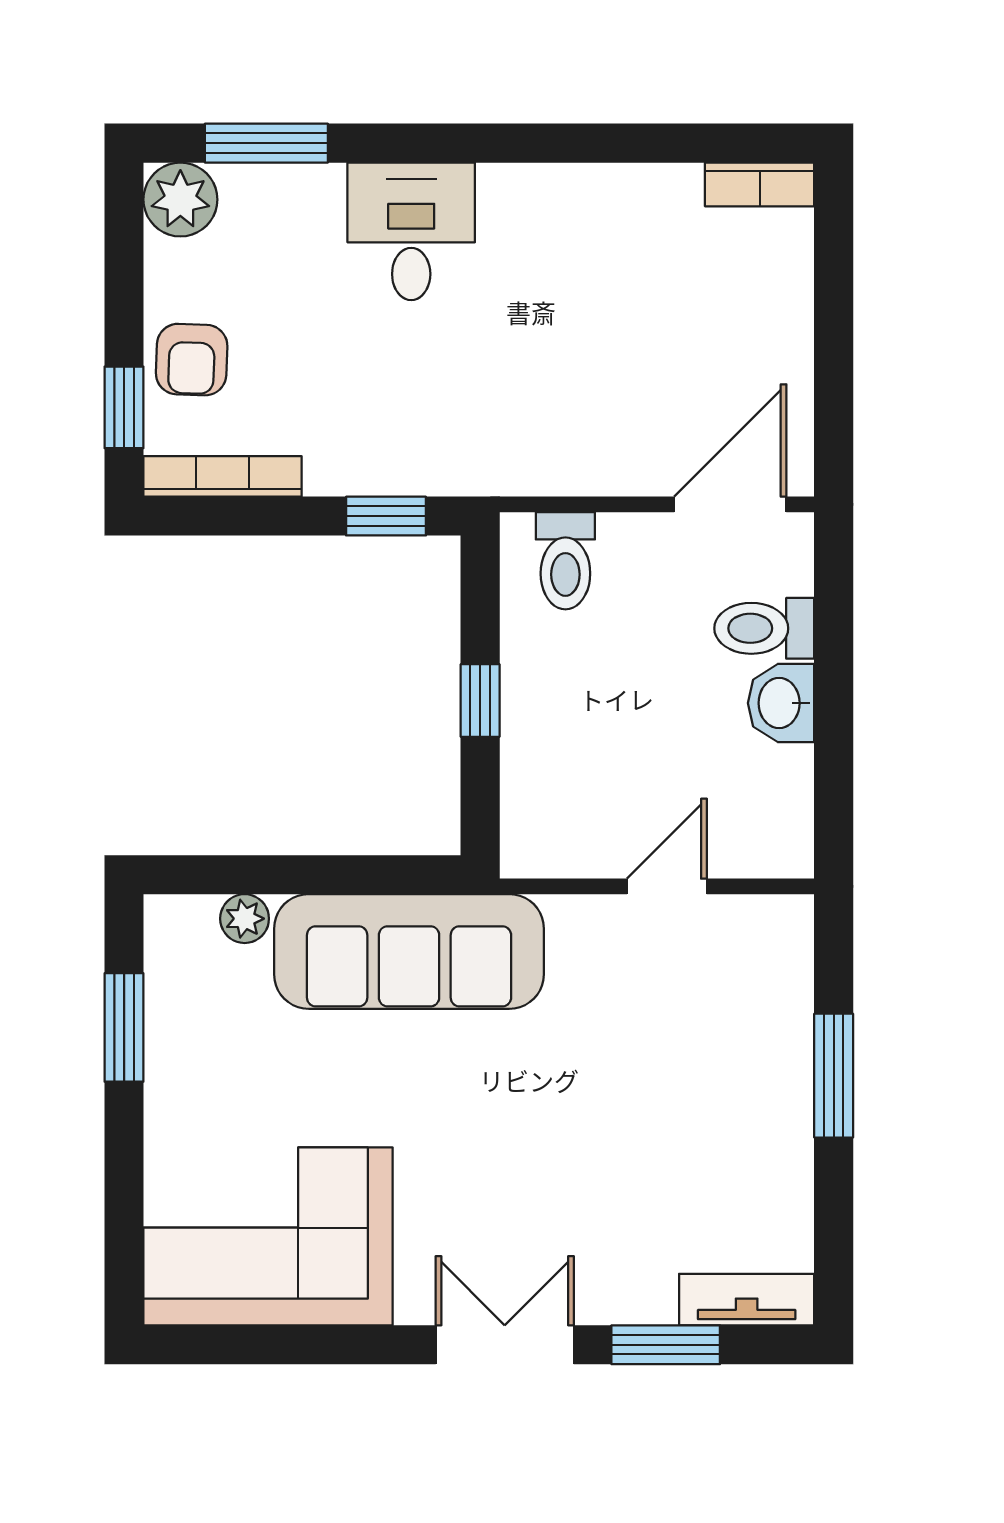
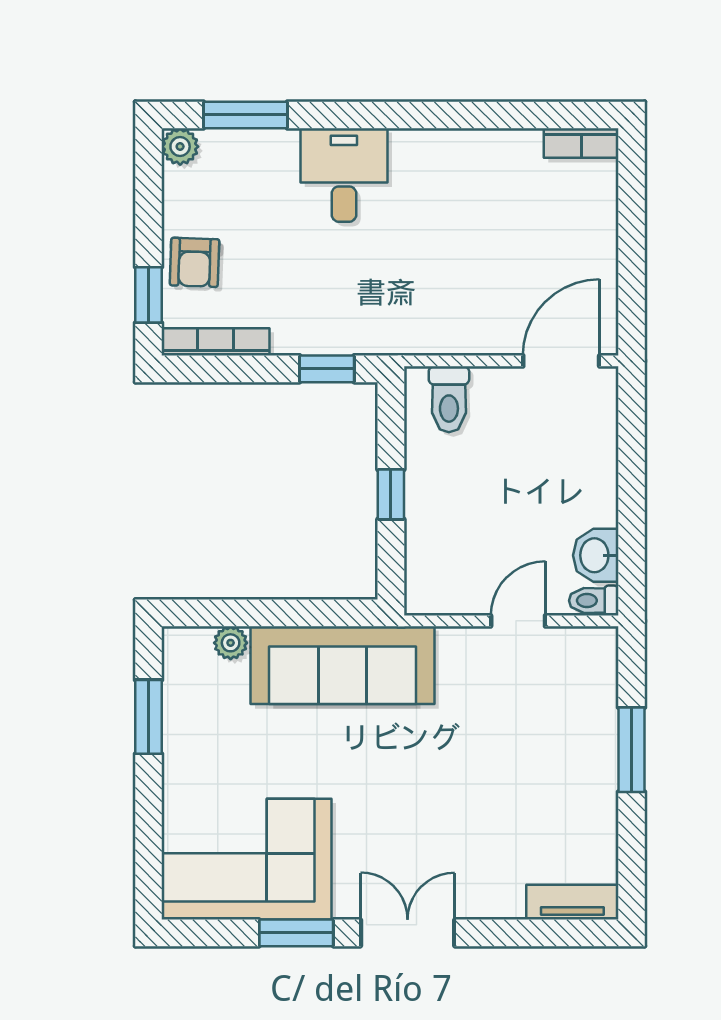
plant: (180, 200) -> (180, 147), width x0.73, depth x0.73
toilet: (764, 628) -> (594, 601), moved, width x0.73, depth x0.72
washbasin: (781, 703) -> (596, 555), moved
window: (666, 1345) -> (296, 933), moved

